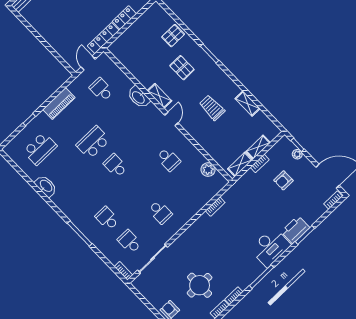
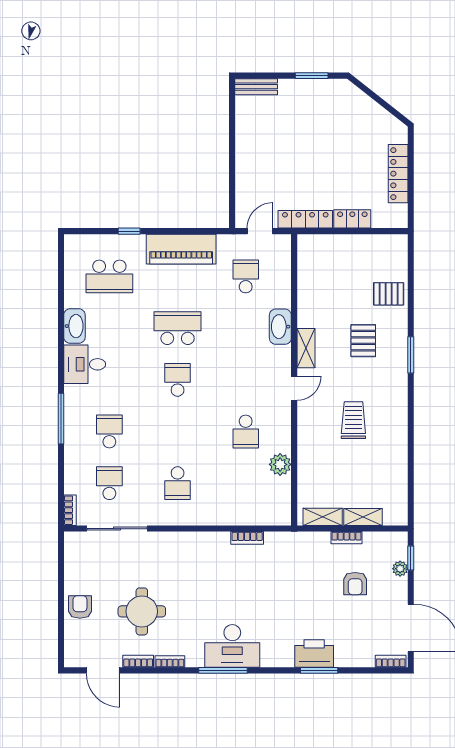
piano: (59, 104) -> (181, 249), width x1.37, depth x1.33
shelving: (247, 104) -> (399, 455), removed
plant: (208, 170) -> (280, 464), moved
armchair: (283, 180) -> (355, 584), turned -90
desk: (67, 199) -> (85, 364), added
desk: (270, 247) -> (232, 646), moved

